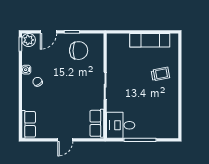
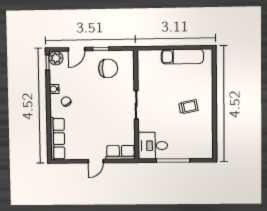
trolley: (160, 74) -> (188, 107), moved
row of seats: (97, 123) -> (120, 152), moved, turned 90
row of seats: (29, 124) -> (57, 139), width x1.48

